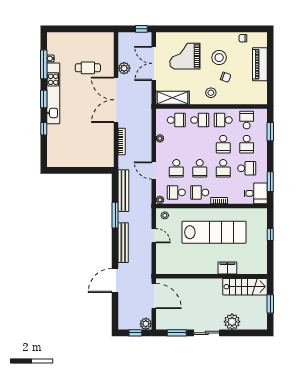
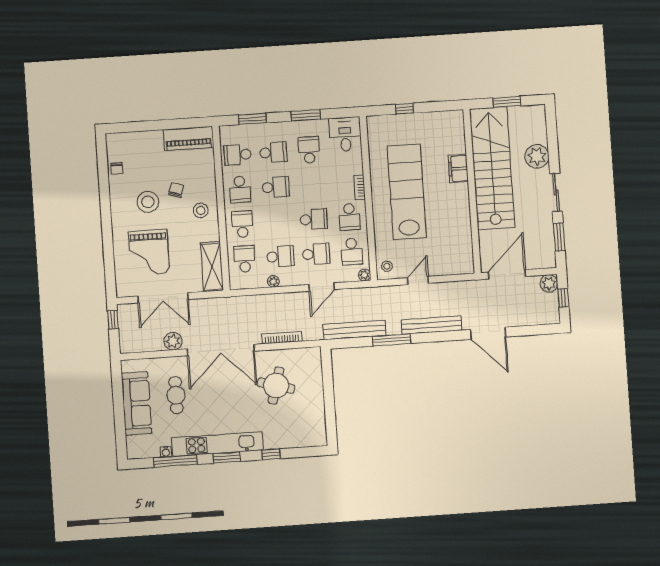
sofa: (84, 41) -> (136, 403), added
piano: (260, 64) -> (189, 139), moved
round table: (90, 135) -> (276, 386), added
school desk: (223, 168) -> (280, 256), moved
window: (270, 182) -> (306, 115), moved
stairs: (245, 287) -> (492, 168), width x1.86, depth x1.51

